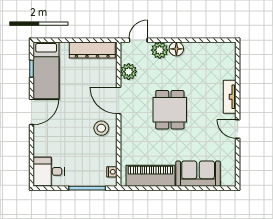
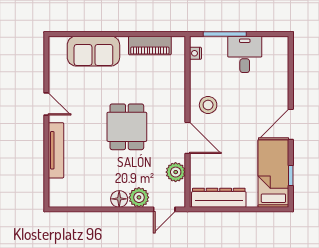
tv unit: (230, 97) -> (56, 150), width x1.41
desk: (49, 171) -> (245, 54), moved, turned -90
piano: (150, 176) -> (150, 45), width x0.73, depth x0.75

